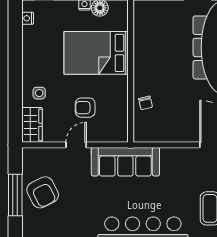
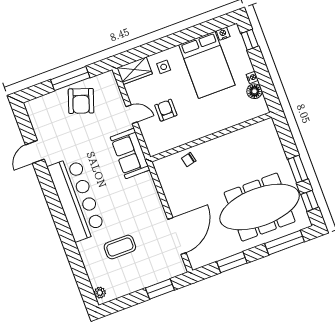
bed: (96, 53) -> (207, 65), moved, turned 180
sofa: (125, 162) -> (130, 153), width x0.73
armchair: (43, 192) -> (81, 101), turned -44

